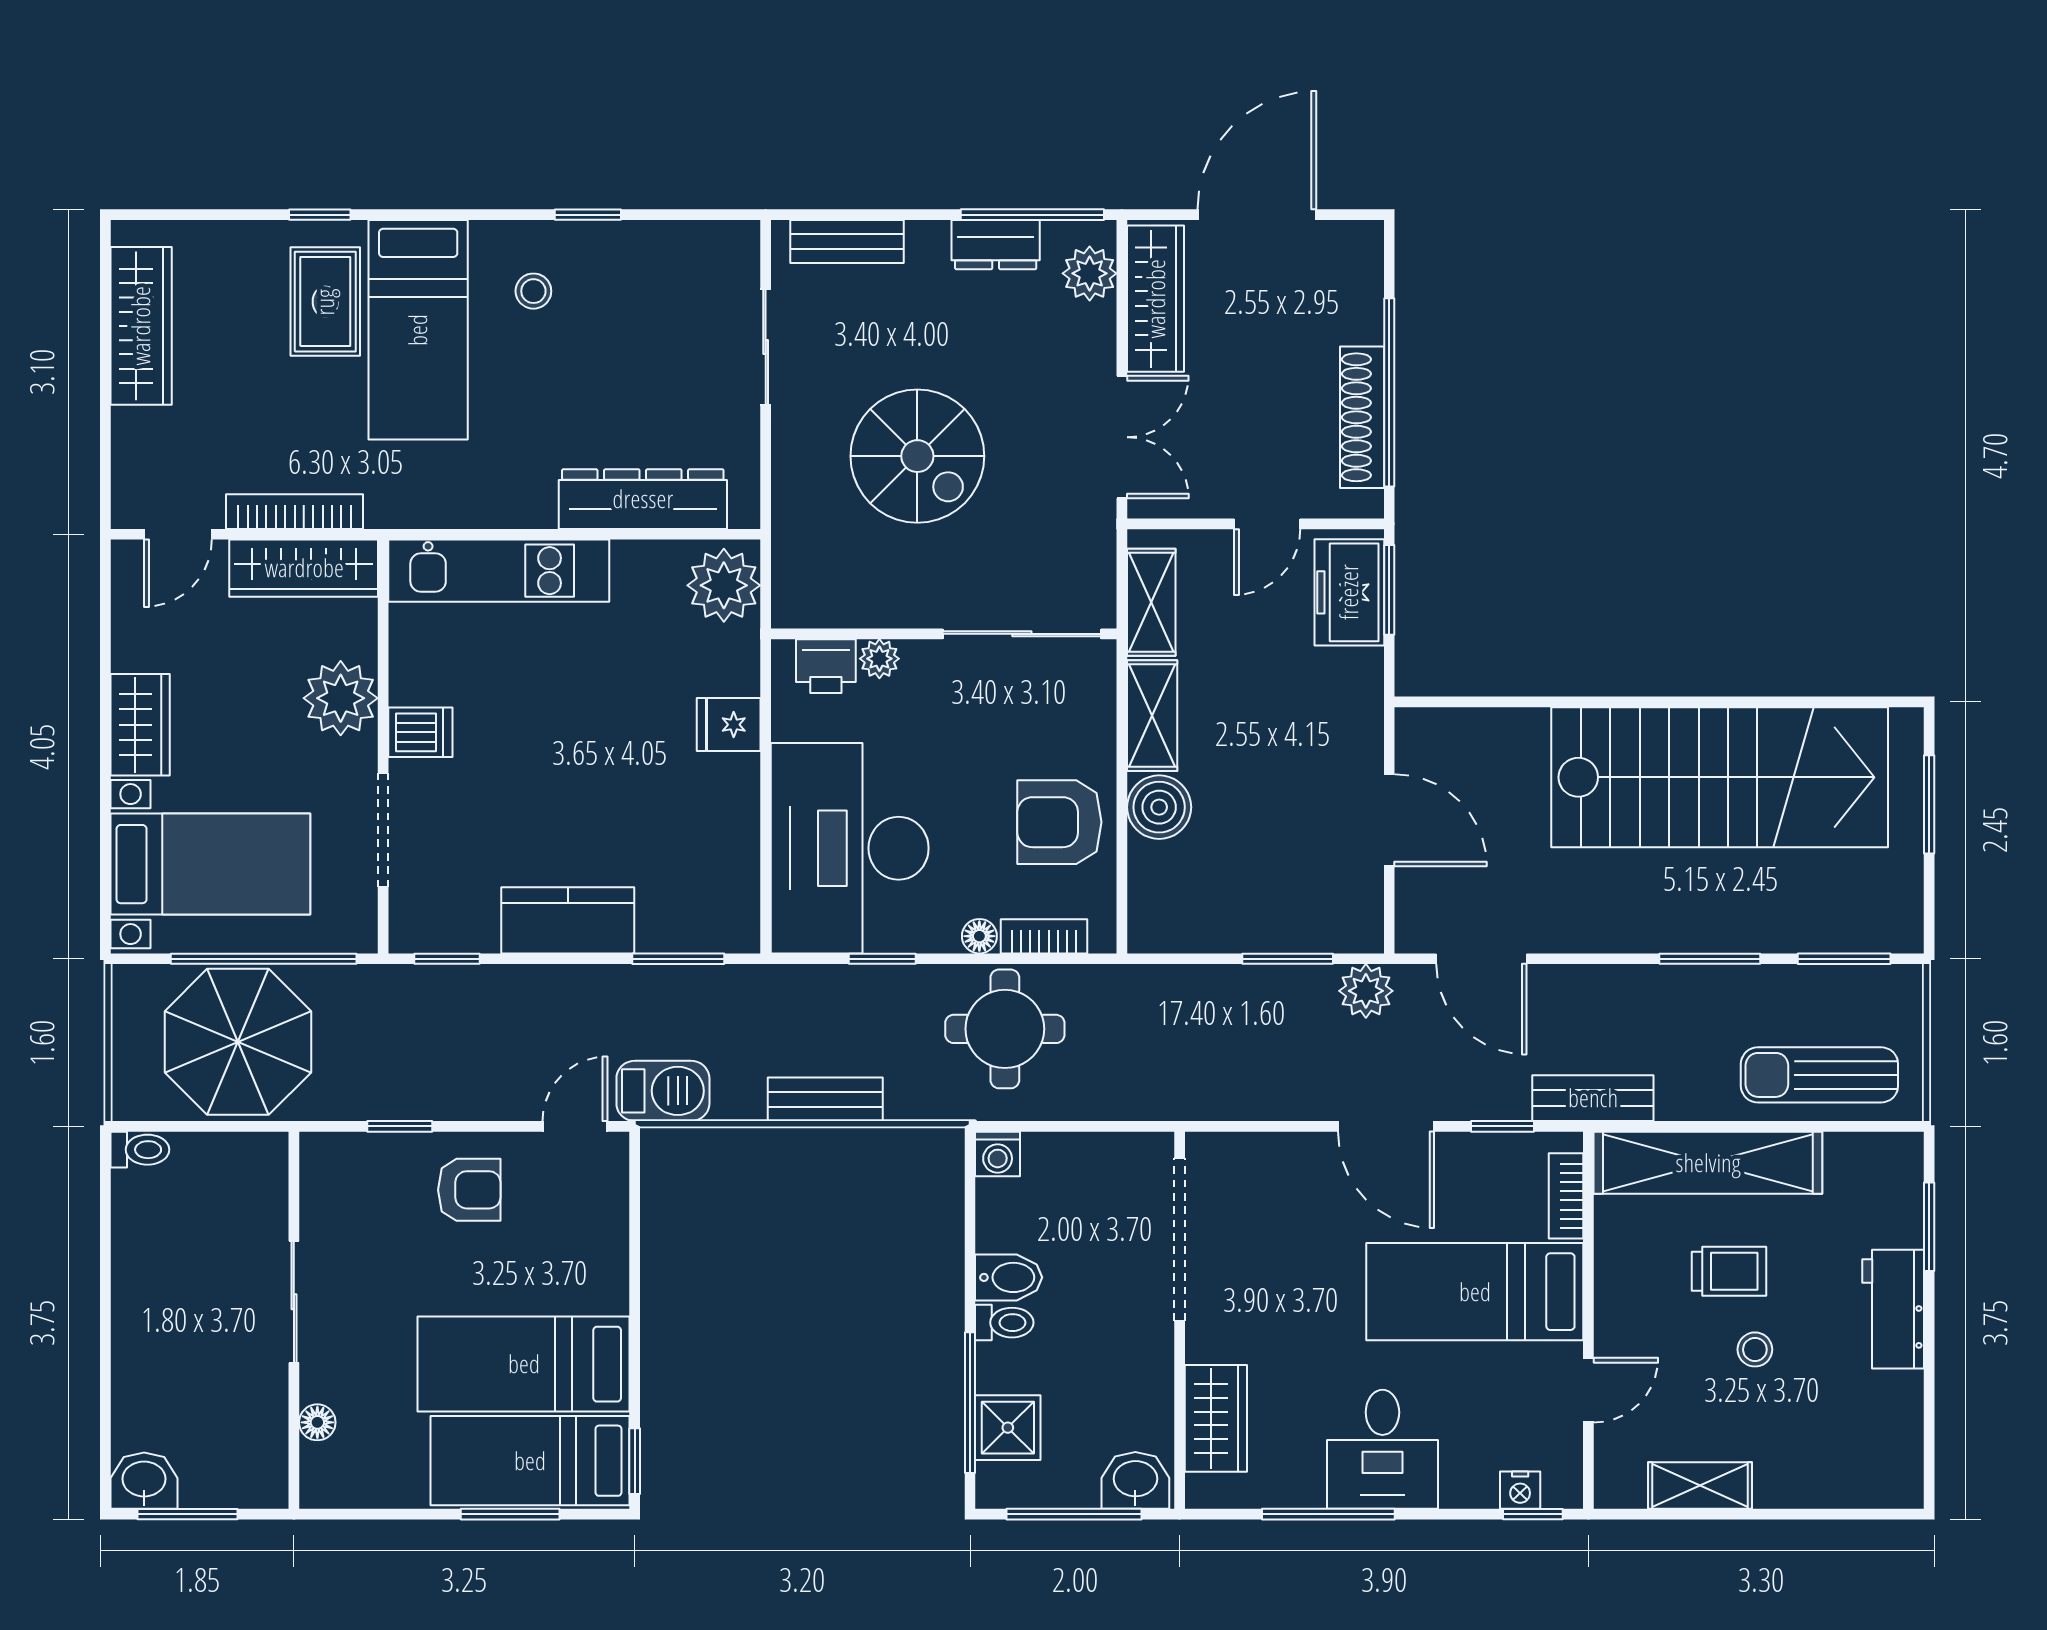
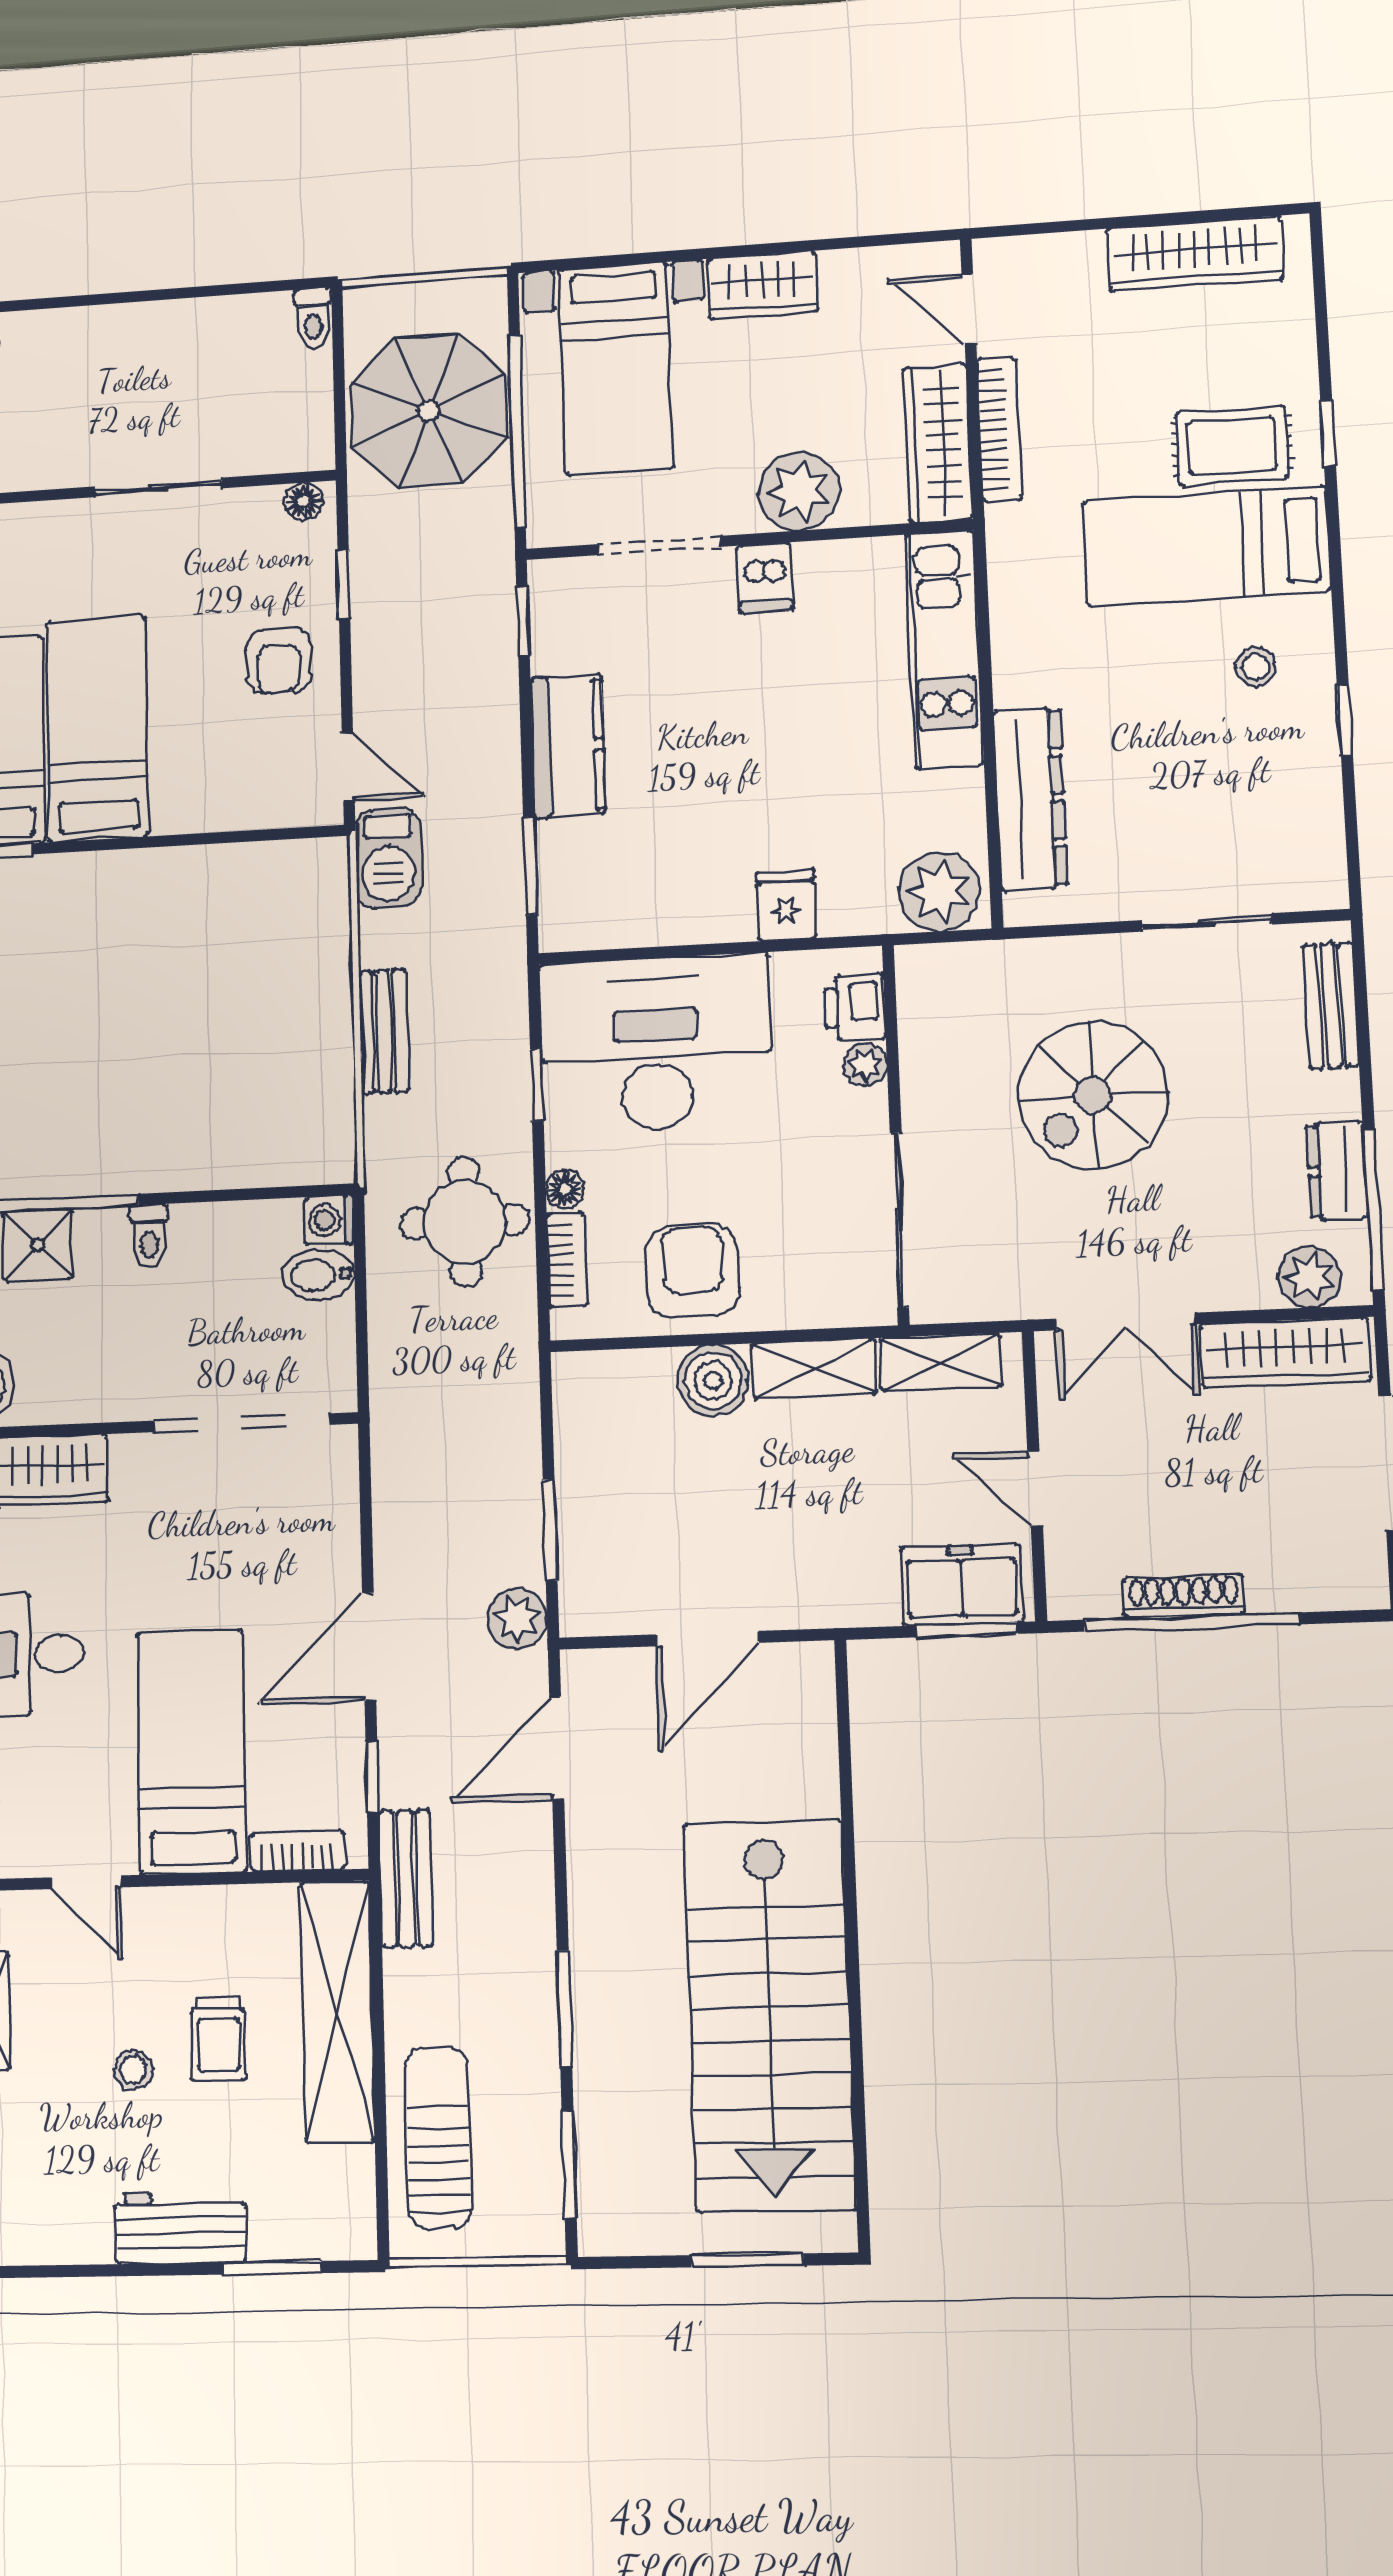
shoe rack: (1362, 417) -> (1183, 1596), width x0.74, depth x0.81
bidet: (1009, 1277) -> (319, 1275), moved, turned 90
floor lamp: (317, 1422) -> (304, 501), moved

